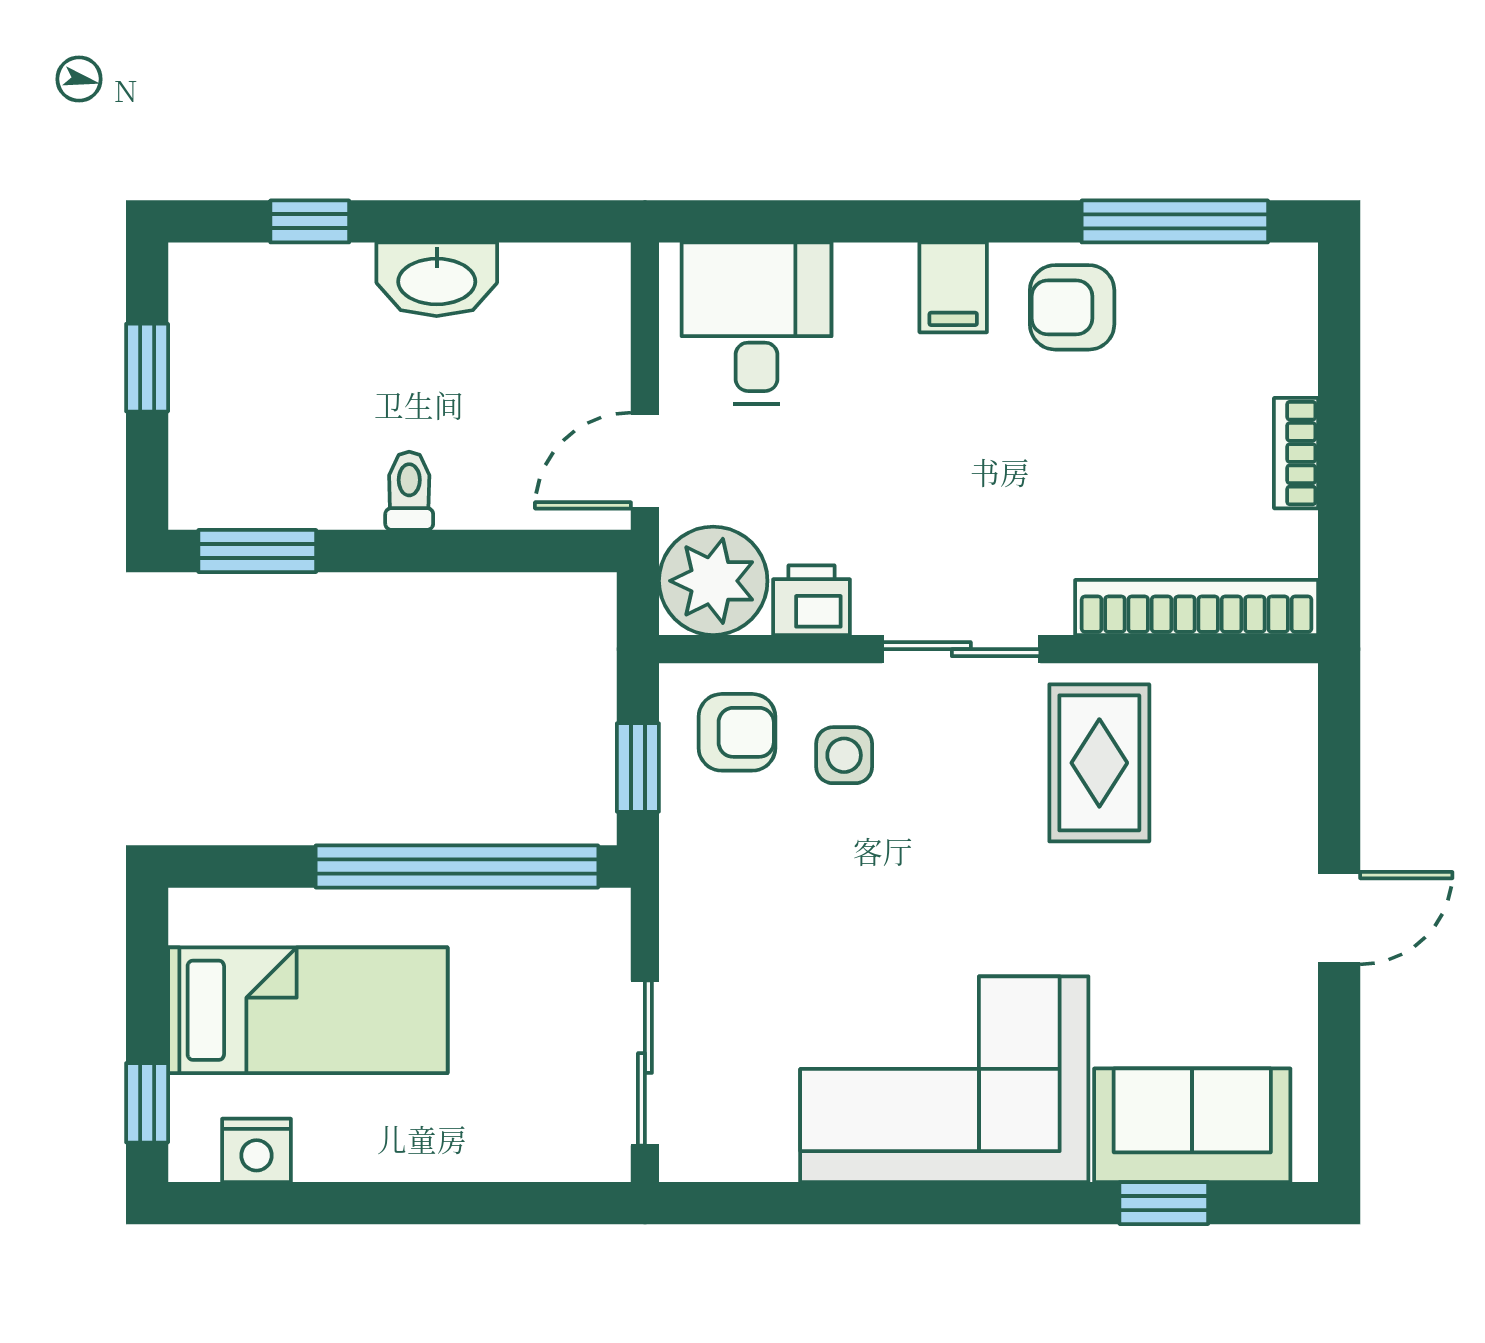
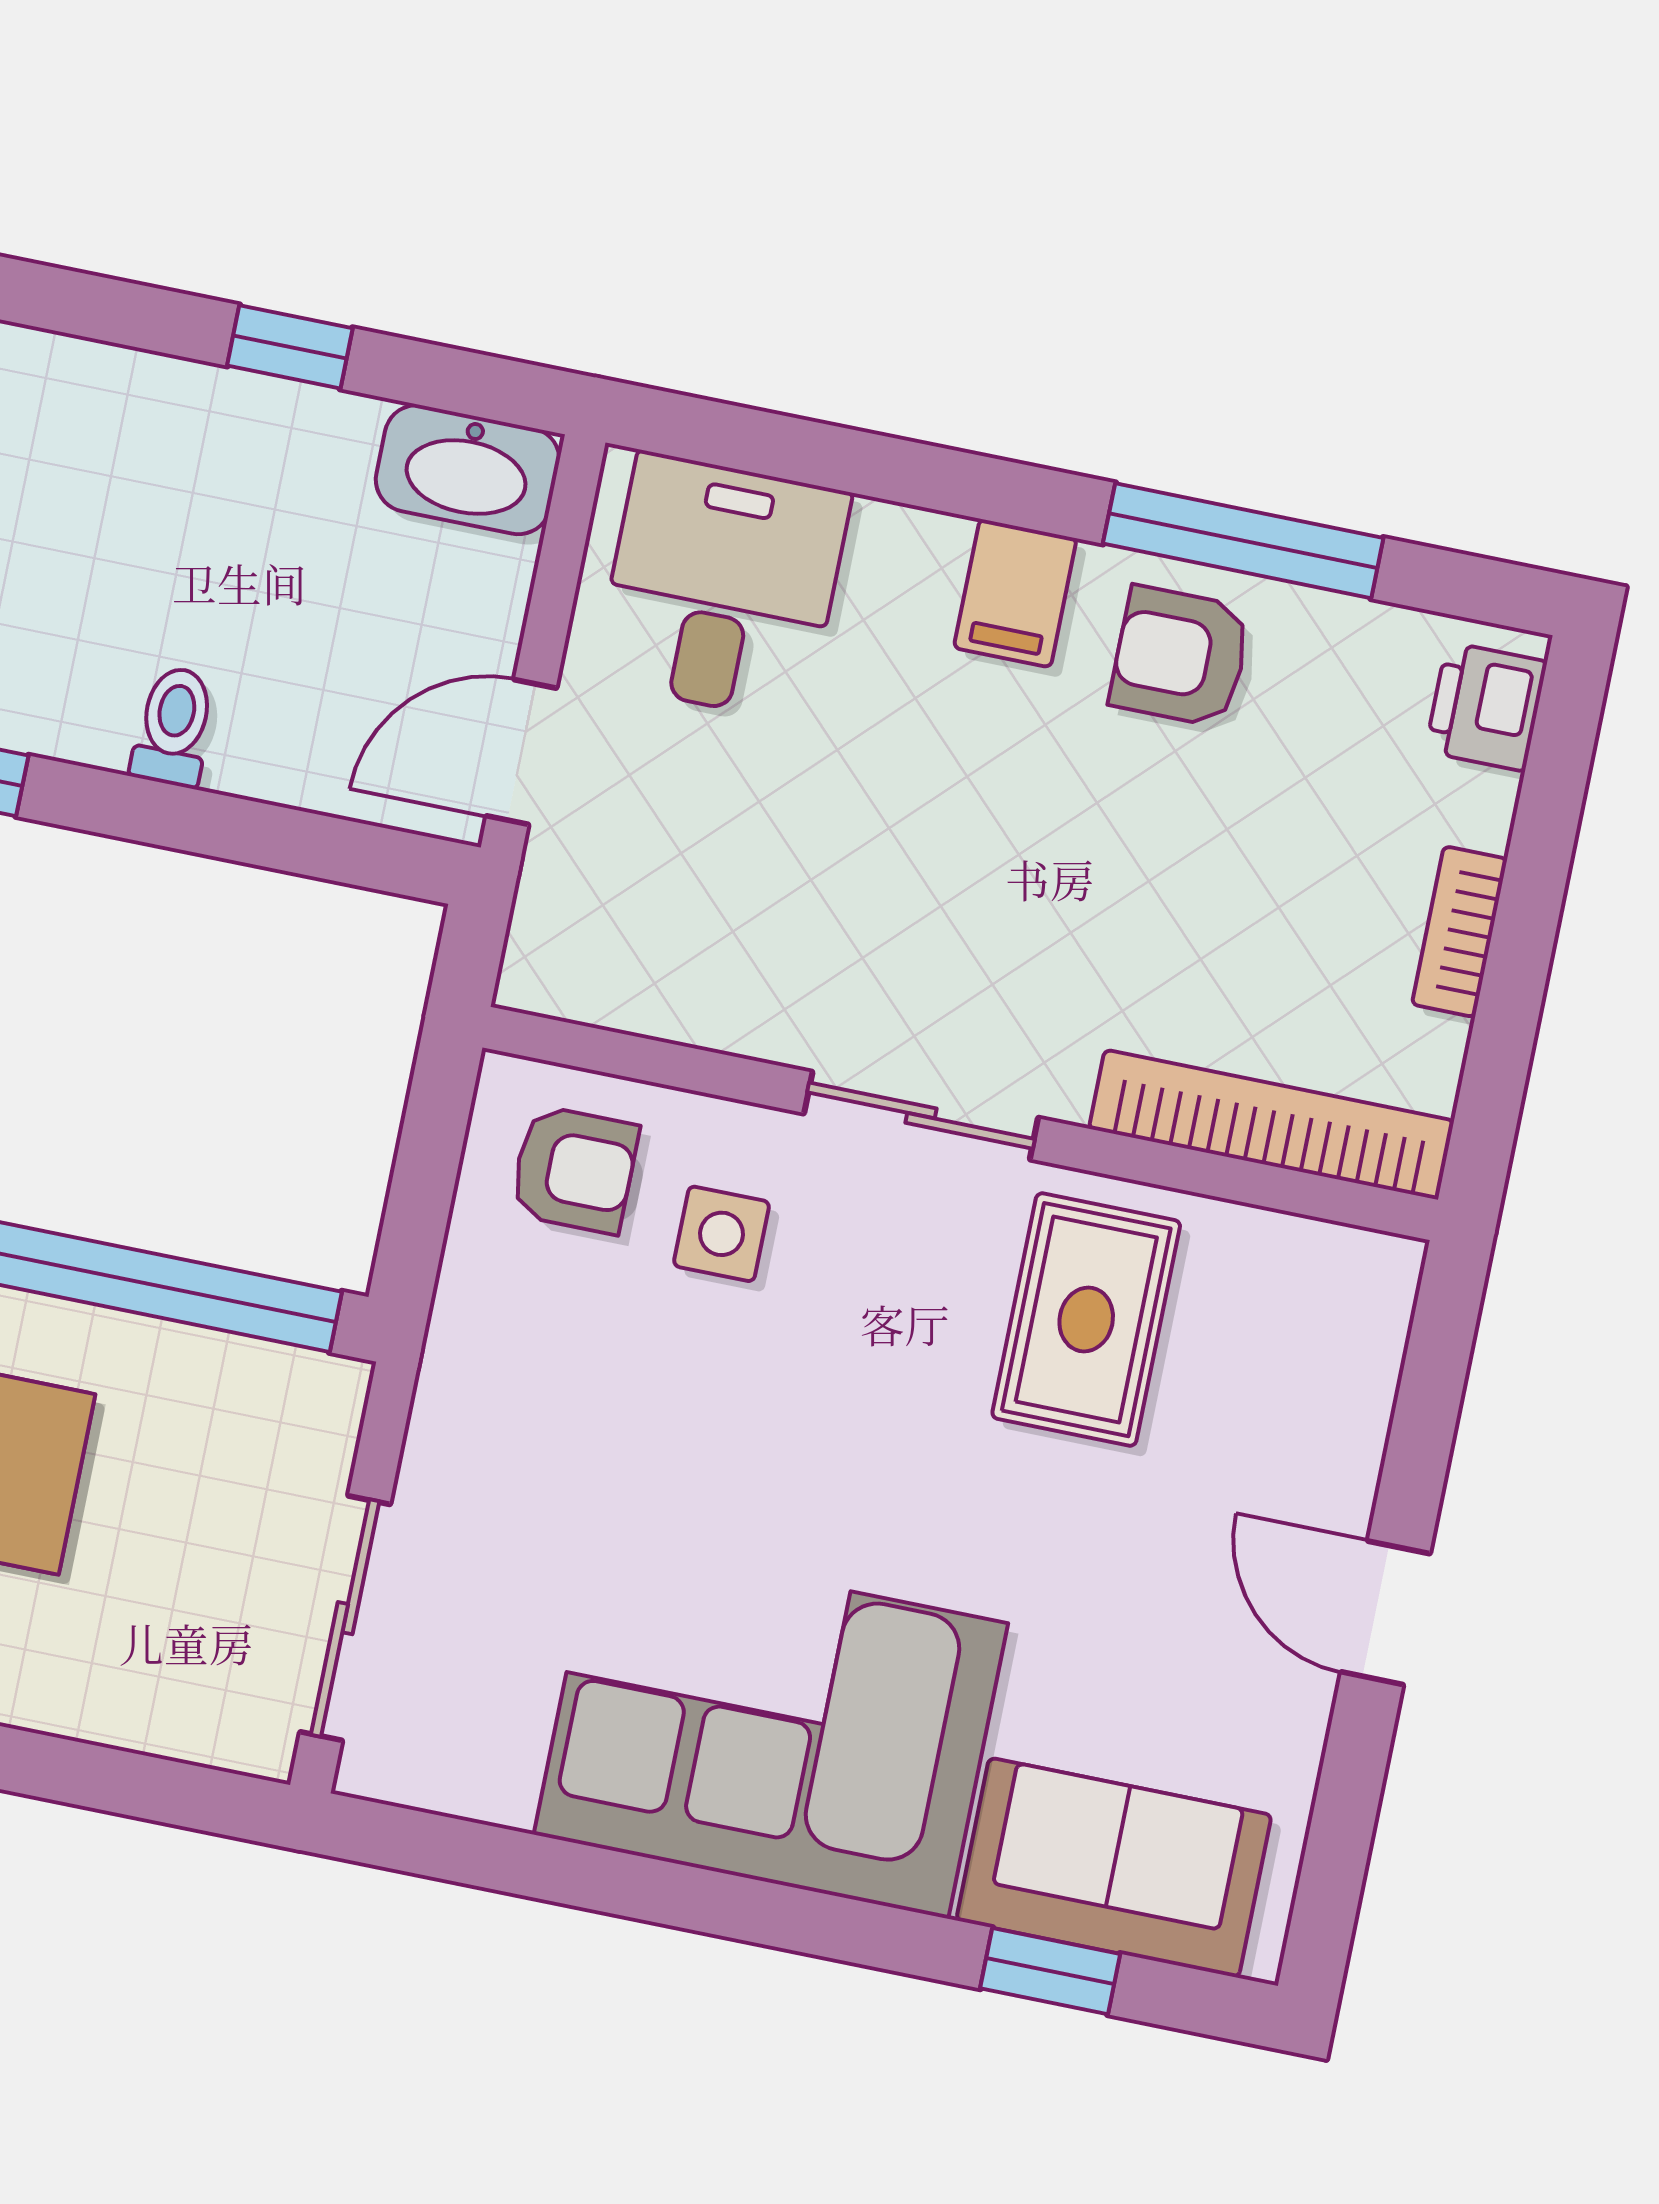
window: (310, 221) -> (290, 347), moved
window: (1175, 221) -> (1243, 541), moved
washbasin: (437, 279) -> (468, 470), moved
plant: (713, 581) -> (584, 945), removed
printer: (811, 600) -> (1486, 707), moved, turned -90
window: (638, 768) -> (422, 1191), removed
door: (1339, 918) -> (1386, 1613), swing flipped

